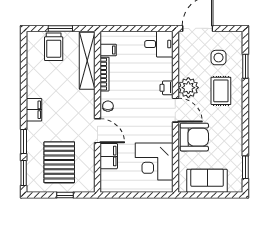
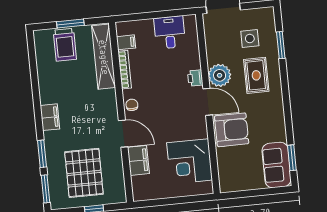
desk: (159, 44) -> (170, 32), moved, turned -90
sofa: (207, 181) -> (277, 165), moved, turned -90

